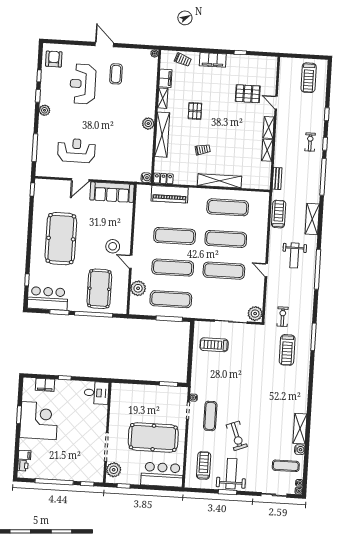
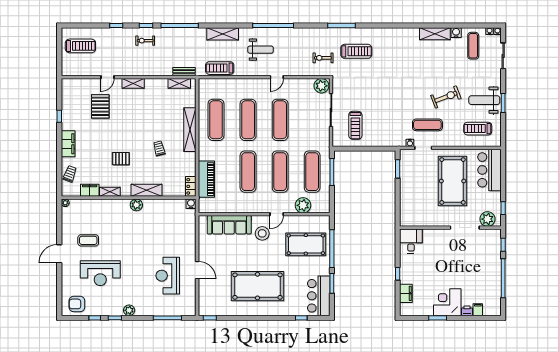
shelving: (162, 135) -> (147, 190), width x0.68
shelving: (267, 150) -> (179, 83), moved
sofa: (112, 192) -> (229, 225), moved, turned 90
corner desk: (39, 421) -> (447, 302), width x0.74, depth x0.74
printer: (23, 466) -> (467, 311), moved

